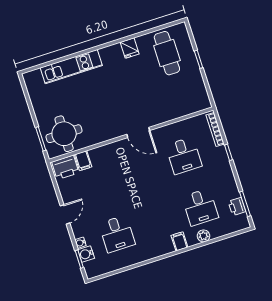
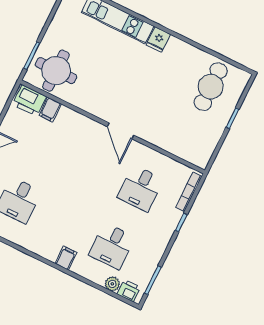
fridge: (130, 48) -> (158, 40), moved
printer: (237, 206) -> (129, 291), moved, turned 90
plant: (203, 236) -> (112, 284), moved

